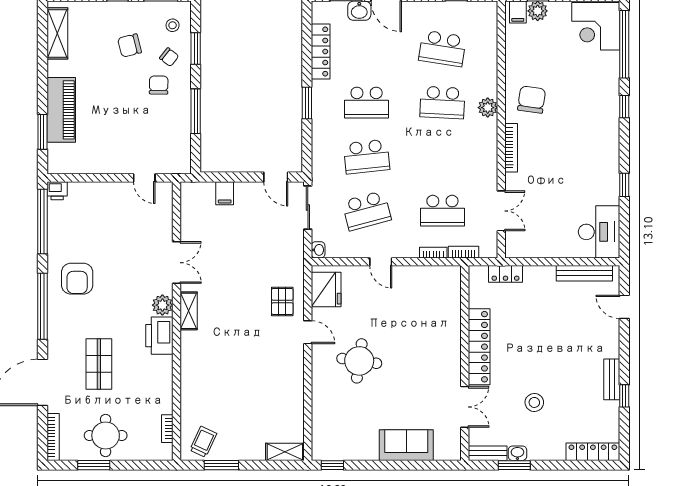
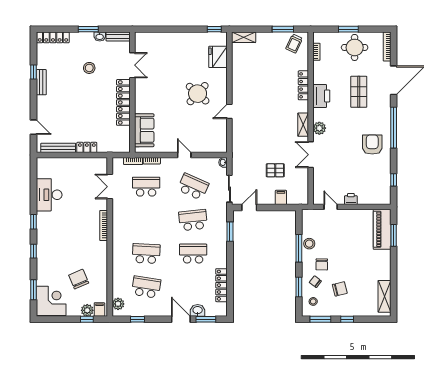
window: (624, 44) -> (34, 290), width x0.47
chair: (532, 100) -> (79, 279), moved, turned 149
window: (307, 103) -> (230, 232), moved
plant: (488, 108) -> (118, 304), moved
piano: (61, 110) -> (382, 229), moved
stool: (179, 119) -> (309, 244), added
door: (276, 177) -> (249, 207), hinge flipped
window: (624, 185) -> (34, 222), moved
printer: (57, 191) -> (351, 199), moved
school desk: (367, 211) -> (193, 187), turned 39
window: (42, 222) -> (394, 180), width x0.32
desk: (599, 232) -> (49, 195), moved
locker: (505, 274) -> (87, 147), moved
fridge: (326, 290) -> (218, 57), moved
pallet: (282, 302) -> (275, 170), moved, turned 90
door: (308, 332) -> (229, 111), hinge flipped
printer: (159, 336) -> (321, 96), moved
round table: (359, 361) -> (198, 94), turned 34
locker: (188, 374) -> (303, 85), added
double door: (465, 407) -> (132, 65), swing flipped
sofa: (406, 445) -> (144, 130), moved, turned -90
window: (94, 465) -> (348, 29), moved
window: (514, 465) -> (88, 29), moved

